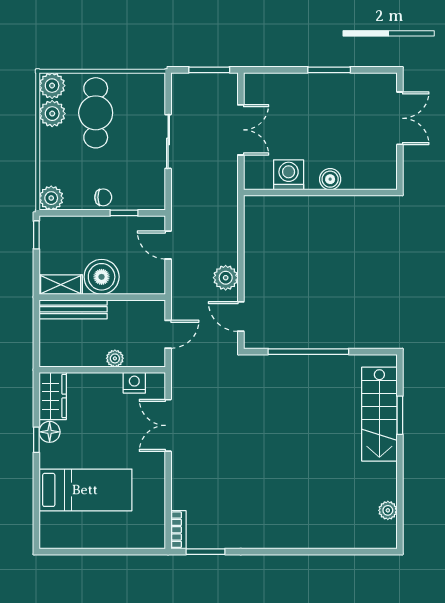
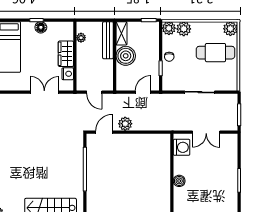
plant: (52, 114) -> (184, 29), moved
washing machine: (289, 175) -> (182, 147), moved
plant: (115, 358) -> (81, 38), moved
wardrobe: (53, 396) -> (66, 54), moved, turned 90

